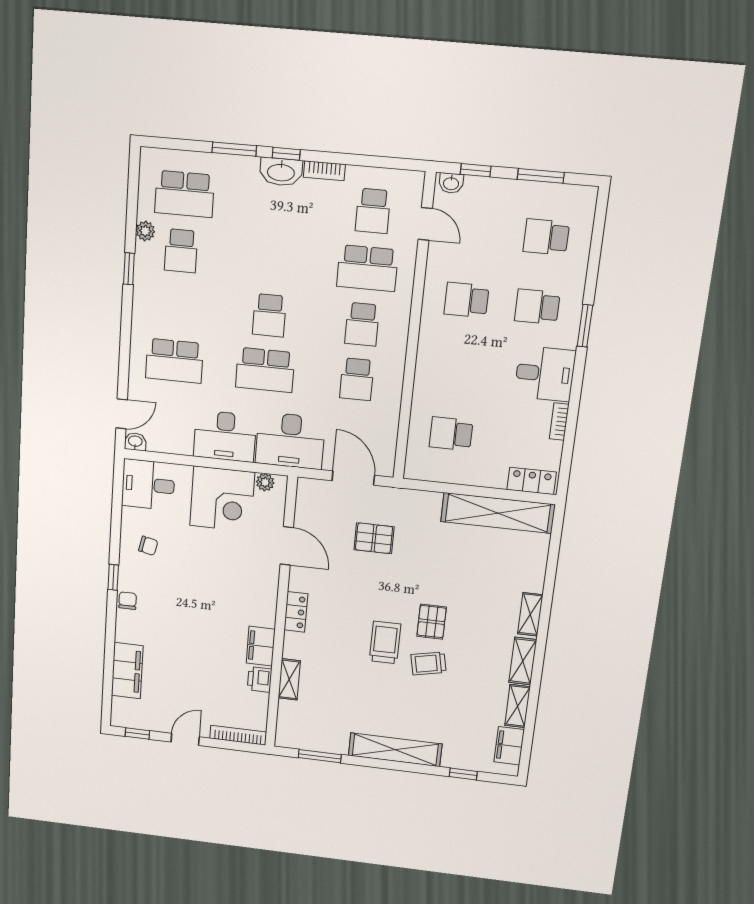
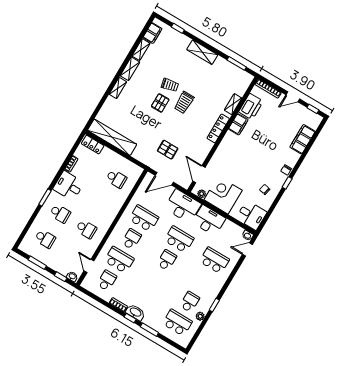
school desk: (357, 379) -> (144, 218), width x1.85
door: (353, 478) -> (164, 179), hinge flipped
door: (287, 546) -> (199, 174), moved
locker: (296, 612) -> (218, 128), width x1.53
printer: (260, 679) -> (251, 107), width x1.87, depth x1.48
shelving: (395, 750) -> (202, 52), width x0.68

